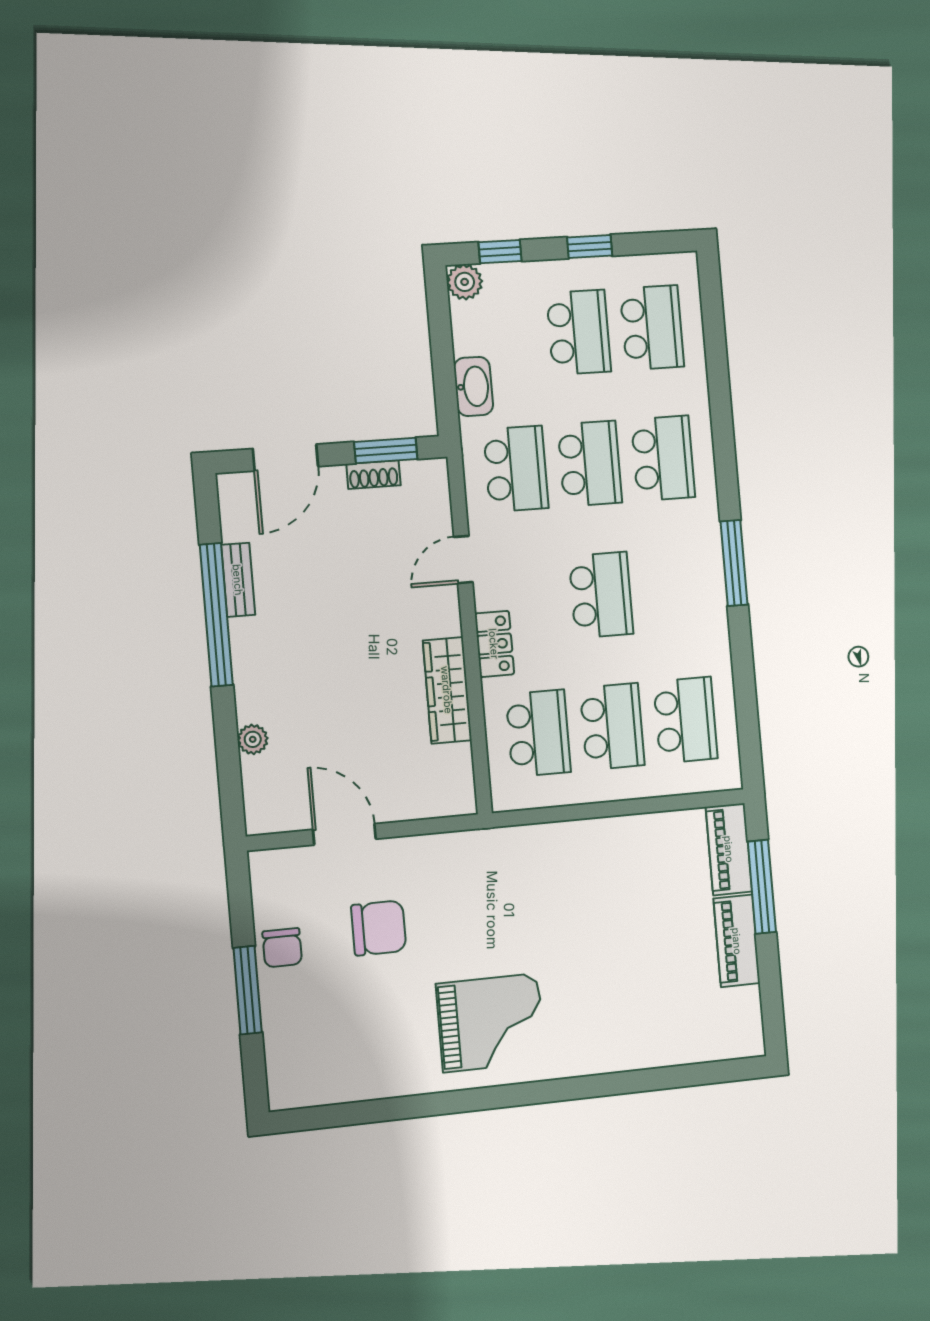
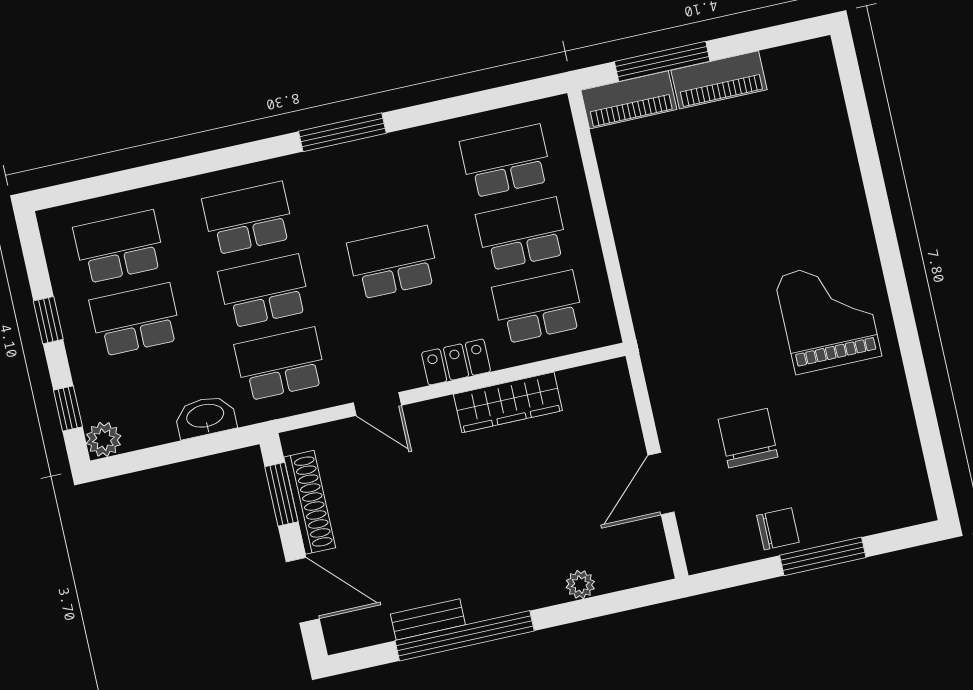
shoe rack: (373, 475) -> (310, 502), width x1.94, depth x1.24

